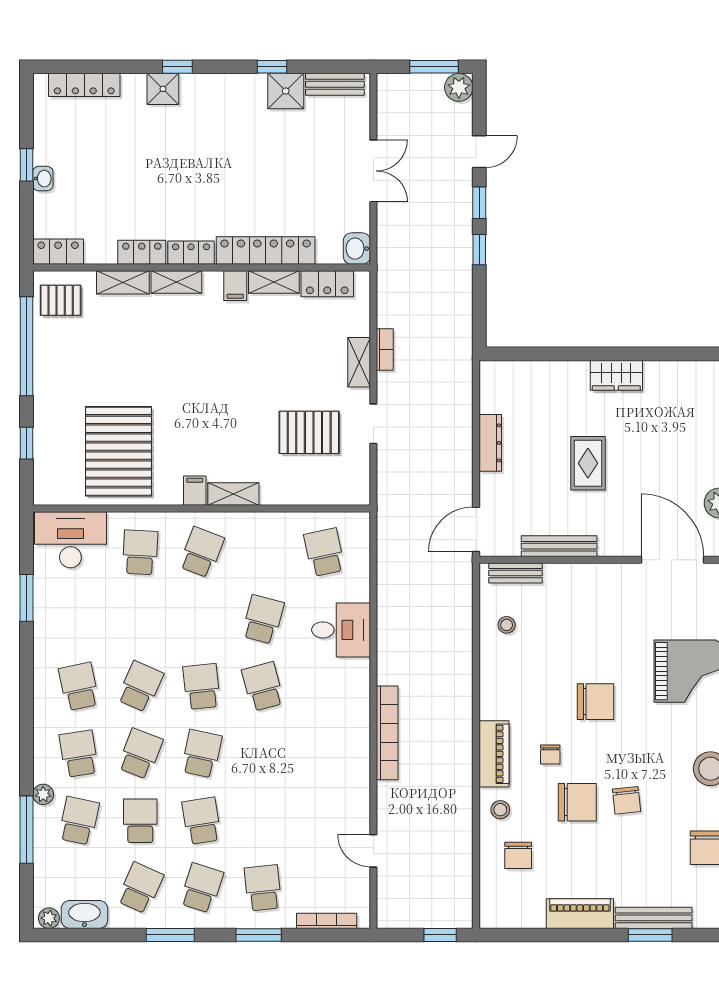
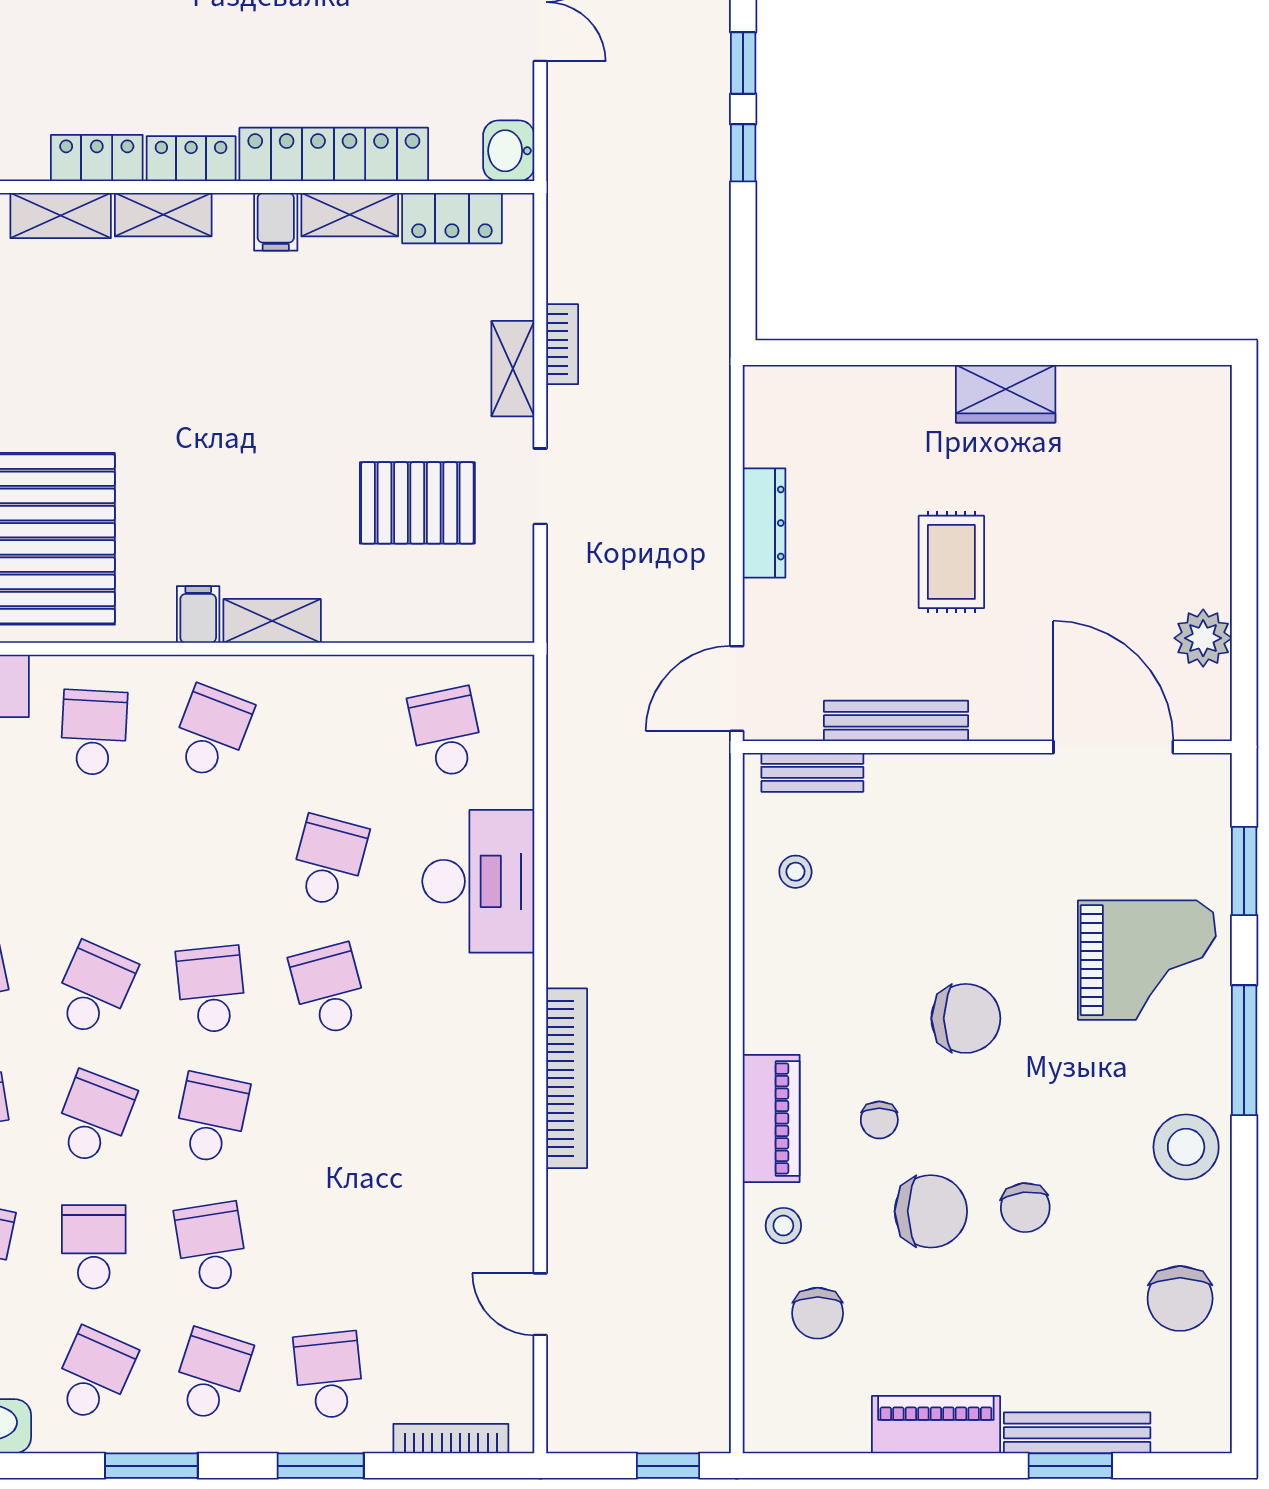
desk: (341, 630) -> (478, 881), width x1.37

